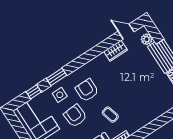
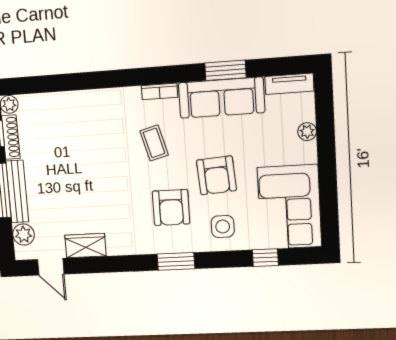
window: (57, 77) -> (176, 261), moved

